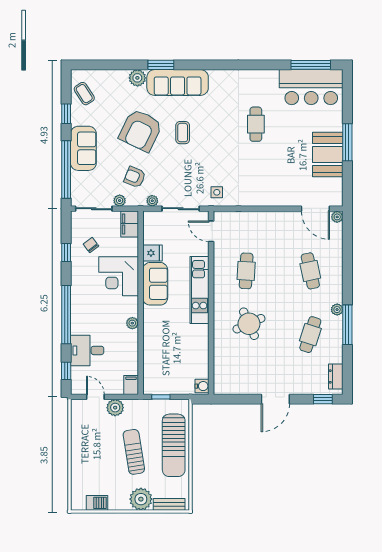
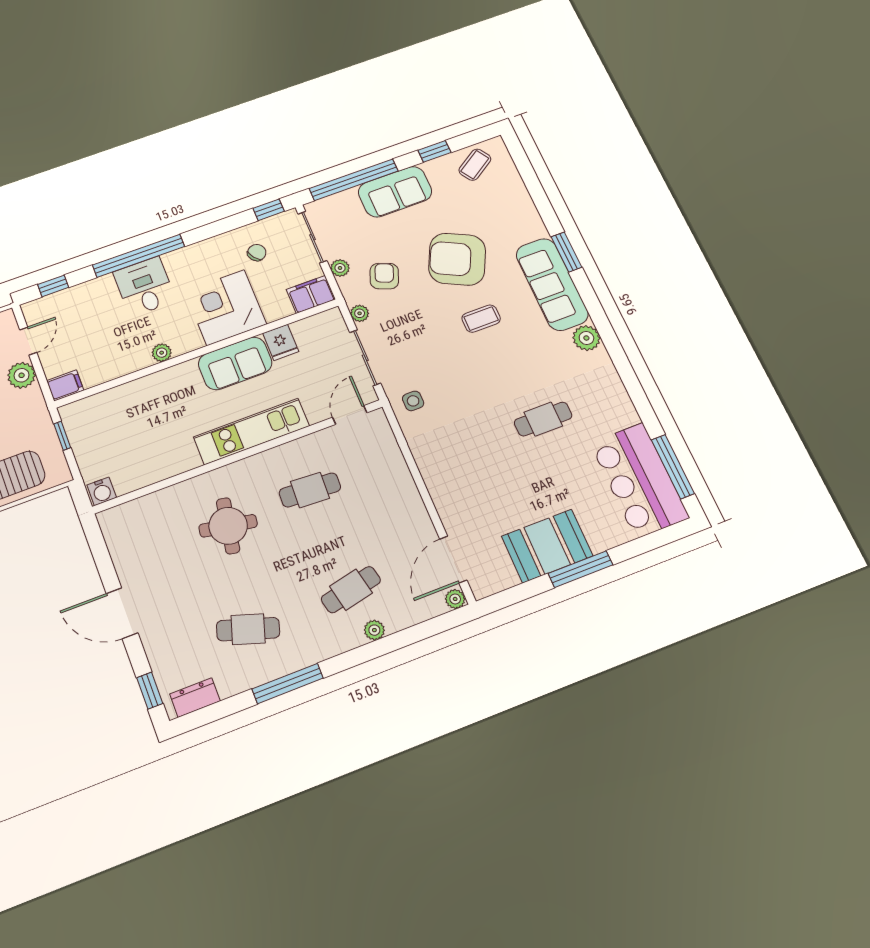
plant: (137, 78) -> (586, 338), moved
window: (66, 252) -> (269, 210), moved
plant: (337, 310) -> (374, 630), moved
round table: (249, 324) -> (228, 526), turned 34
desk: (87, 350) -> (145, 287), moved

